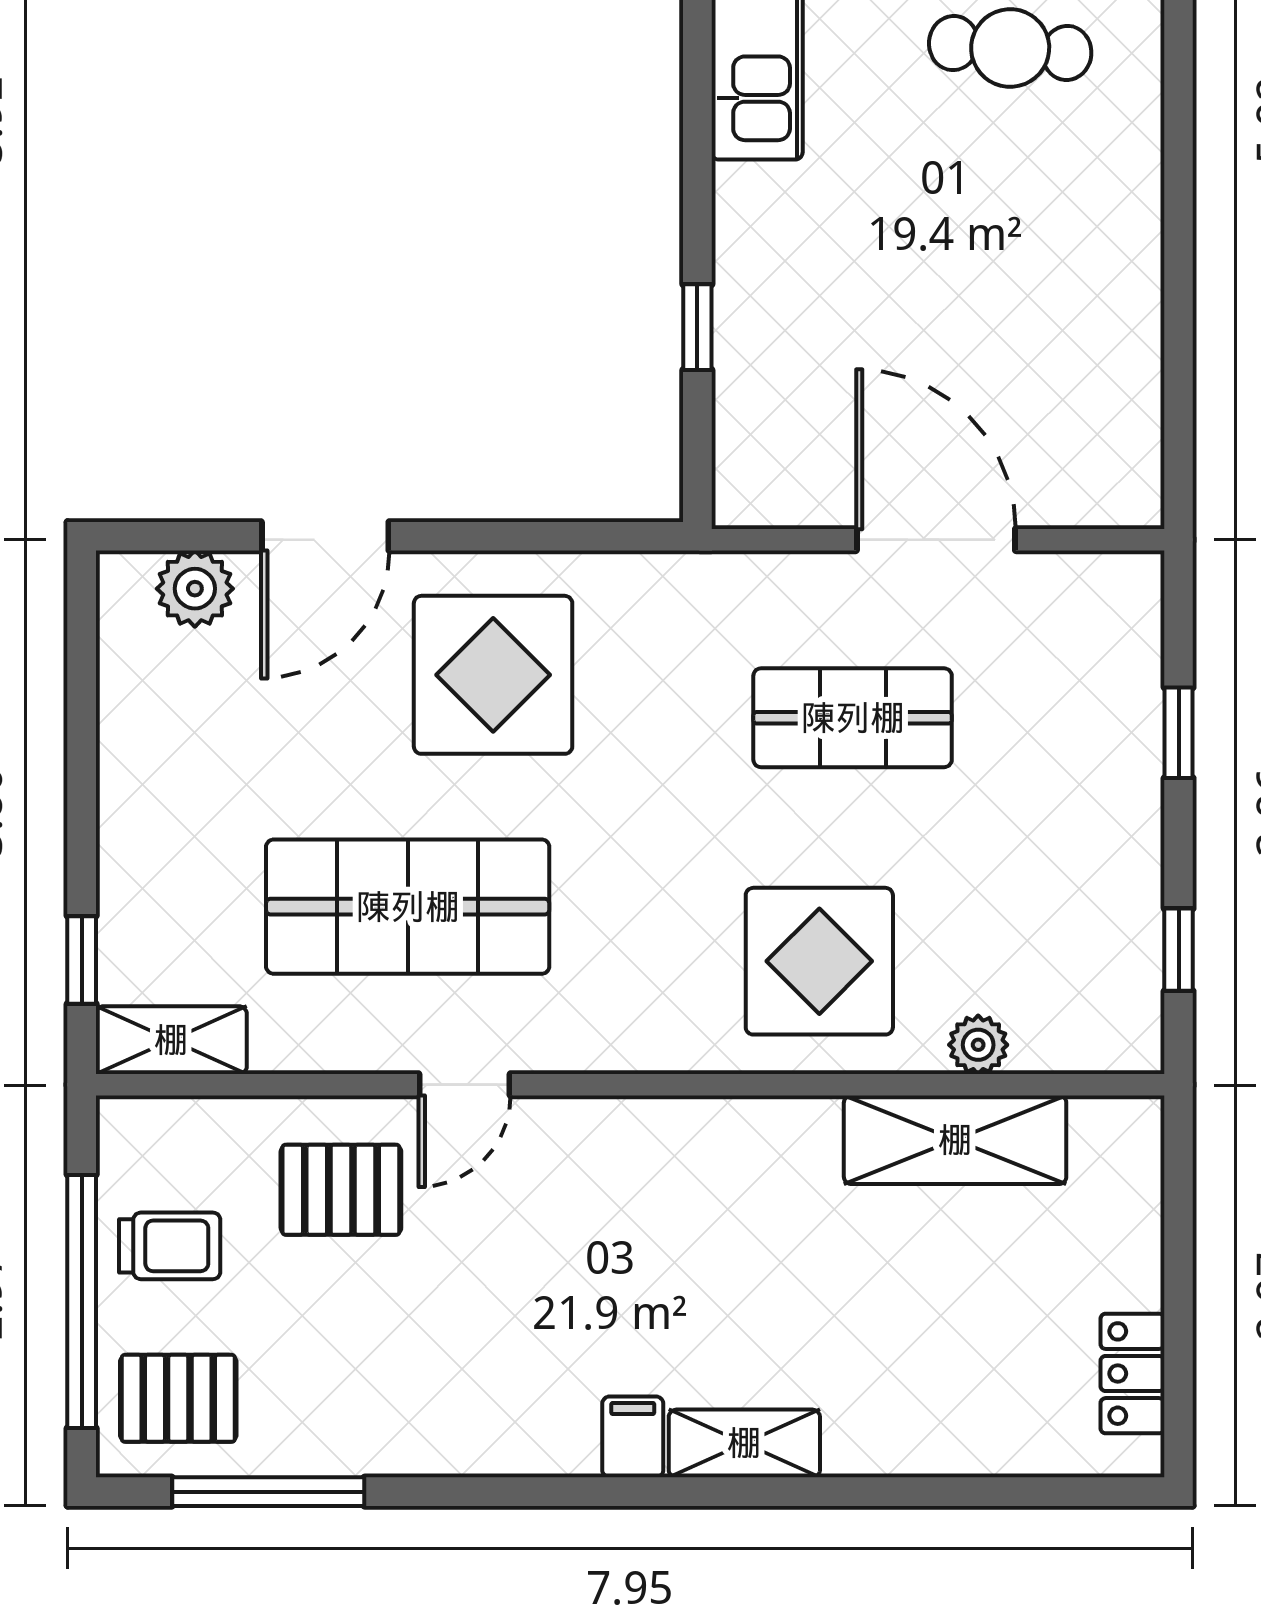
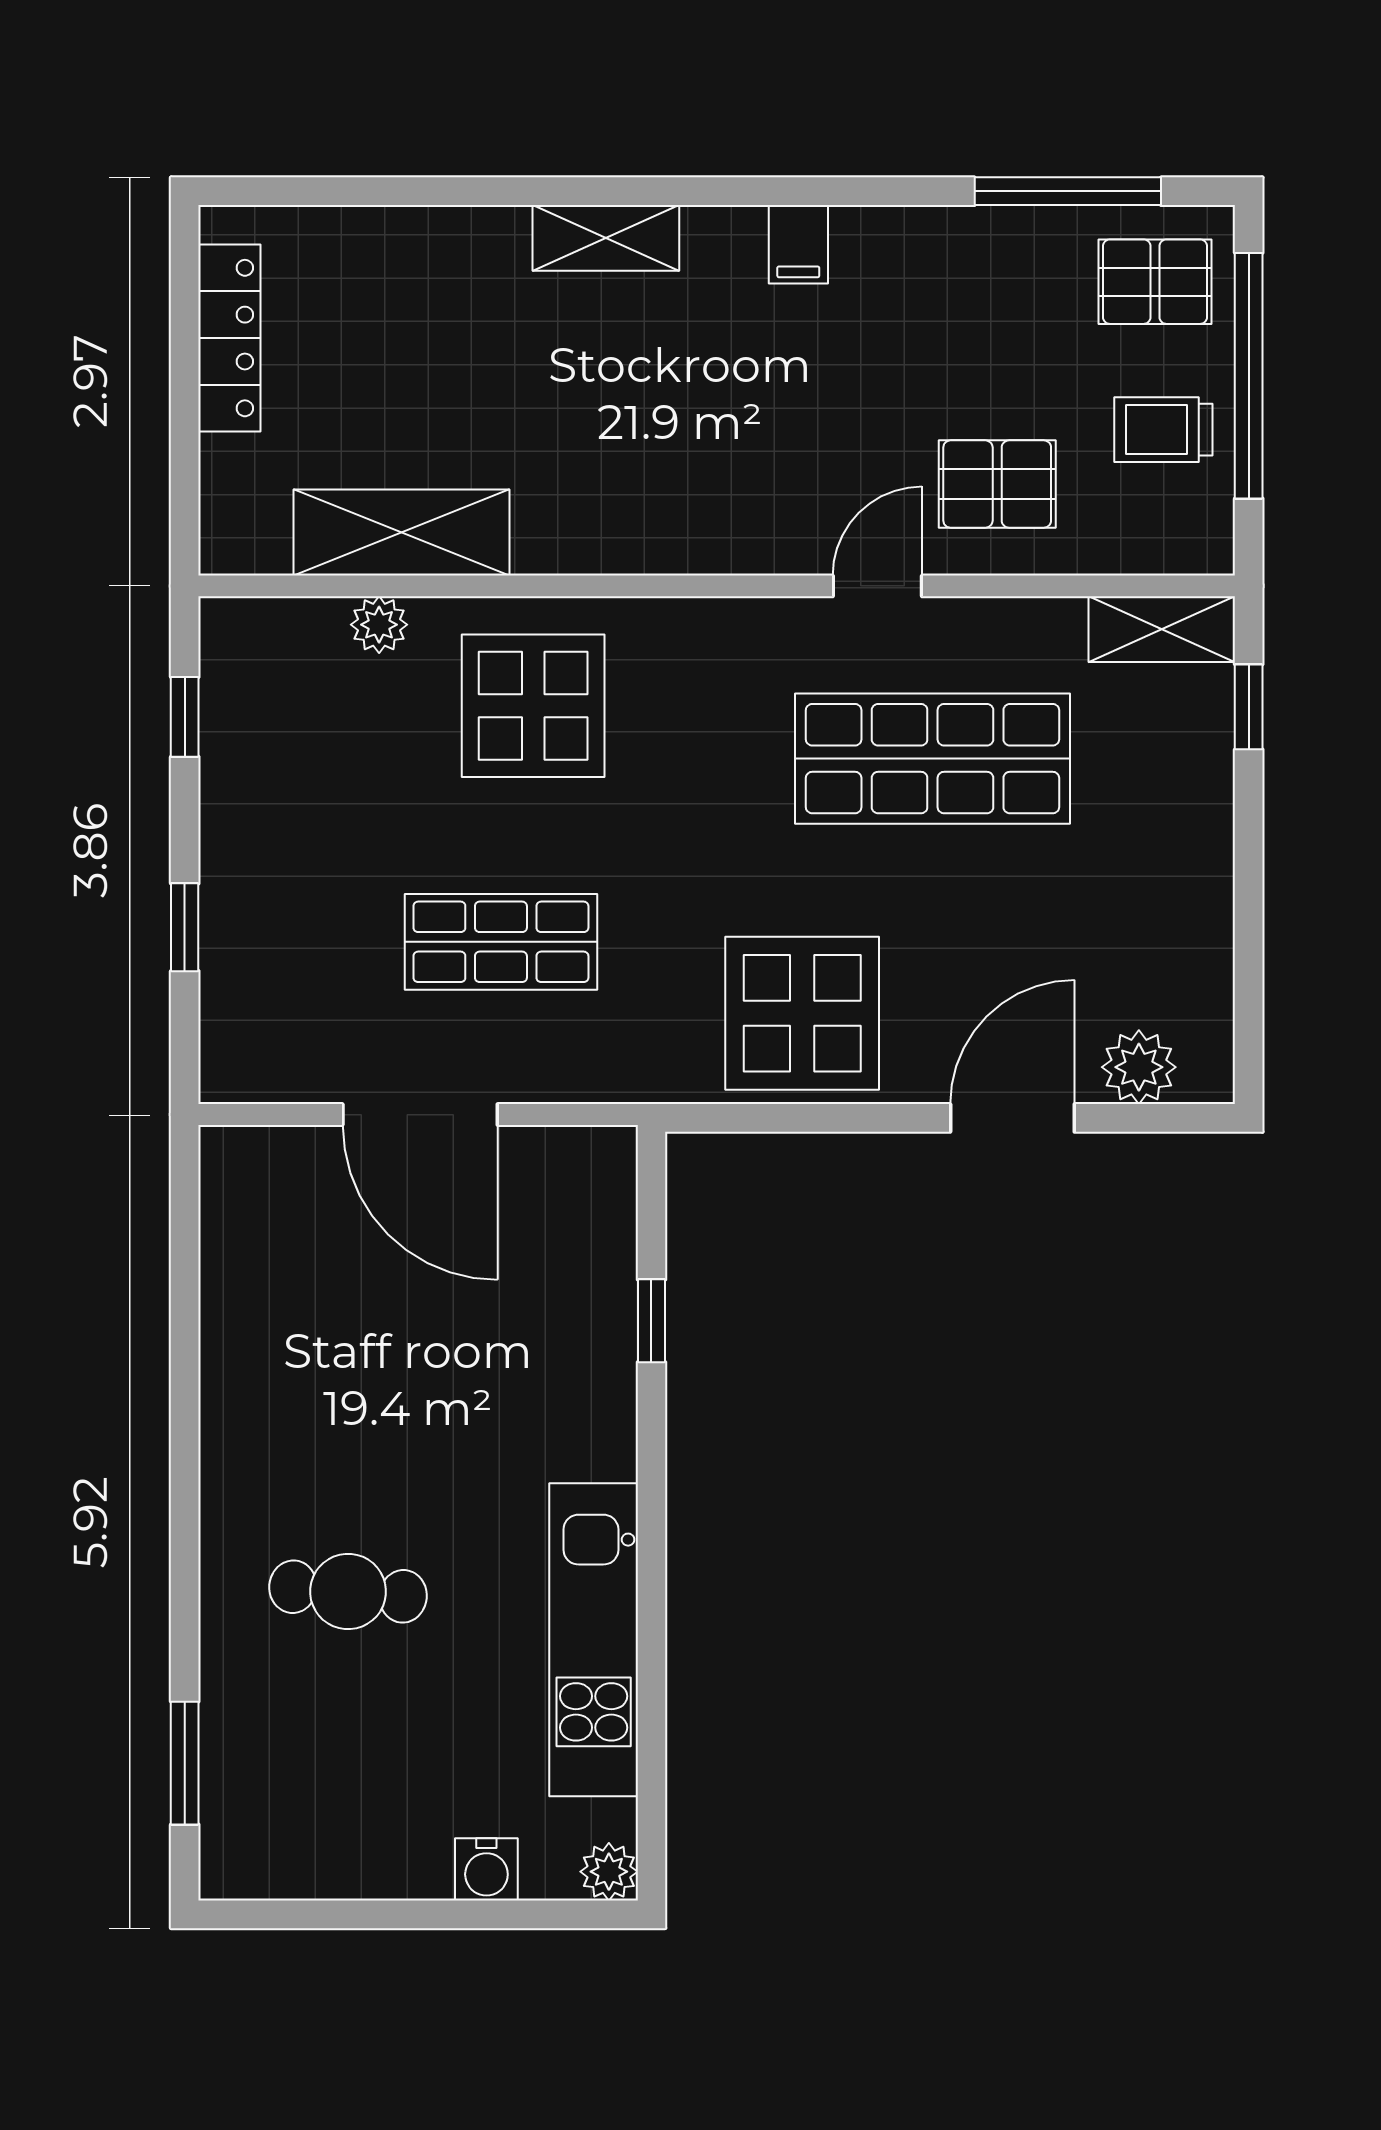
display table: (493, 675) -> (802, 1013), moved
locker: (1132, 1374) -> (229, 338), width x1.53
filing cabinet: (633, 1437) -> (798, 244), moved

